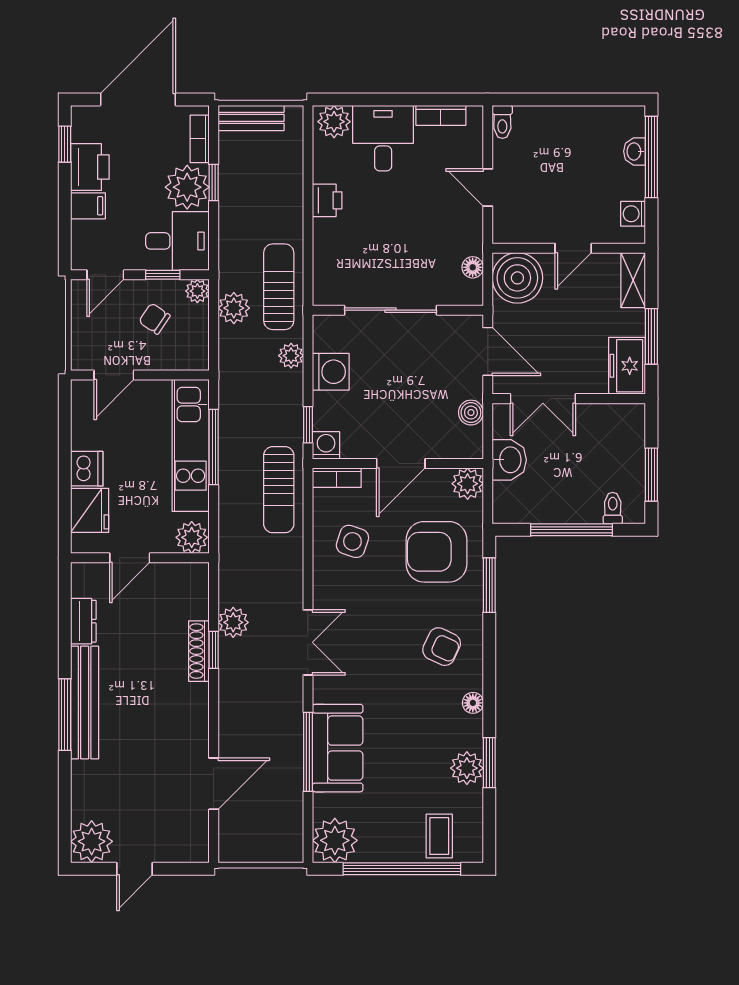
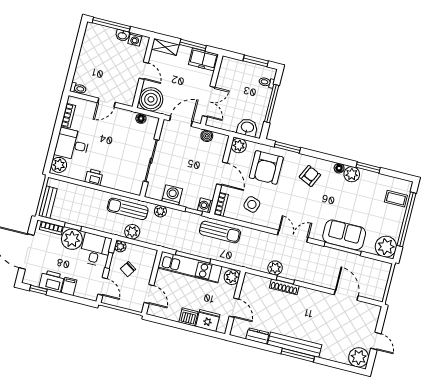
washbasin: (635, 151) -> (122, 36), moved
washbasin: (509, 460) -> (247, 127), moved
plant: (467, 768) -> (352, 174), moved

